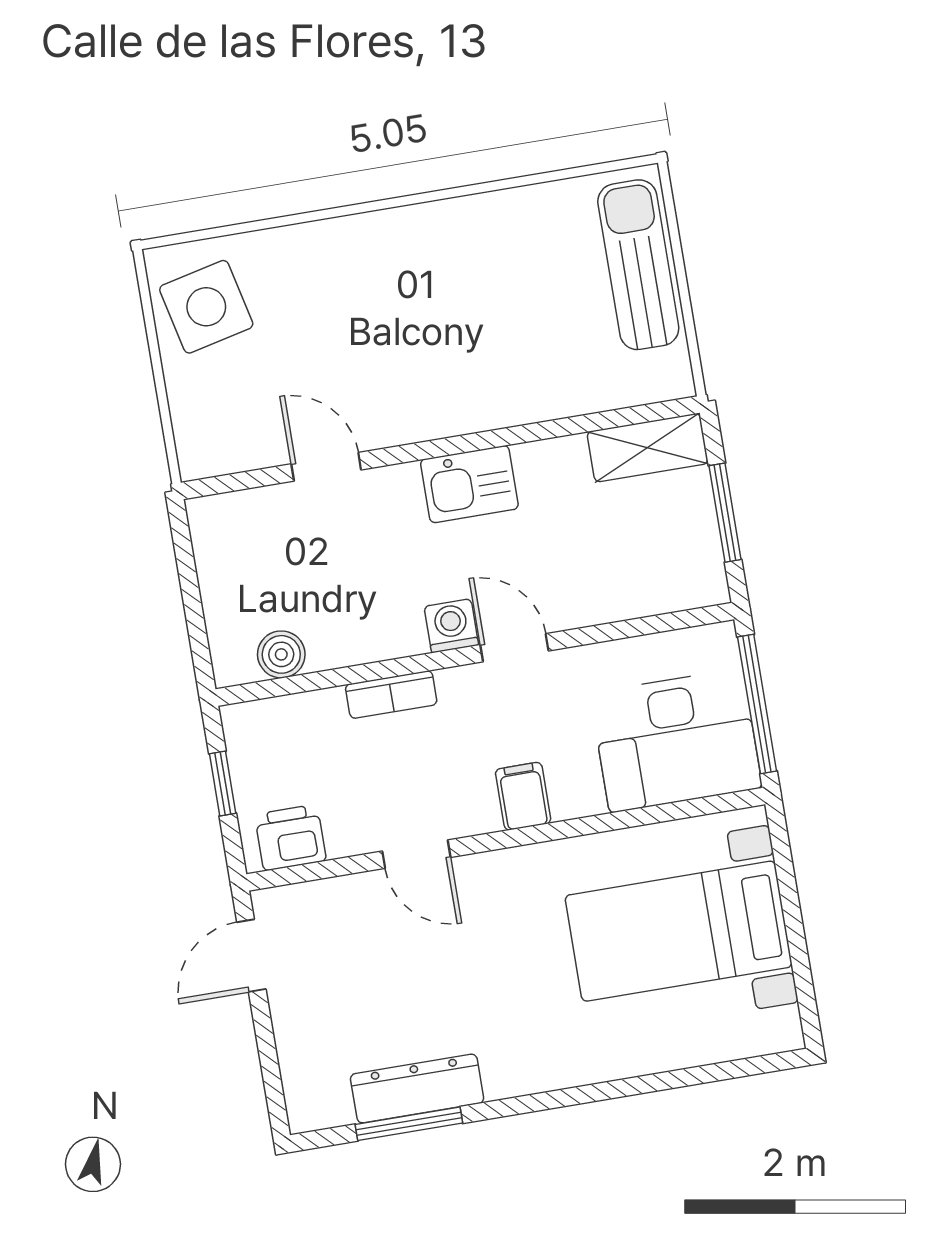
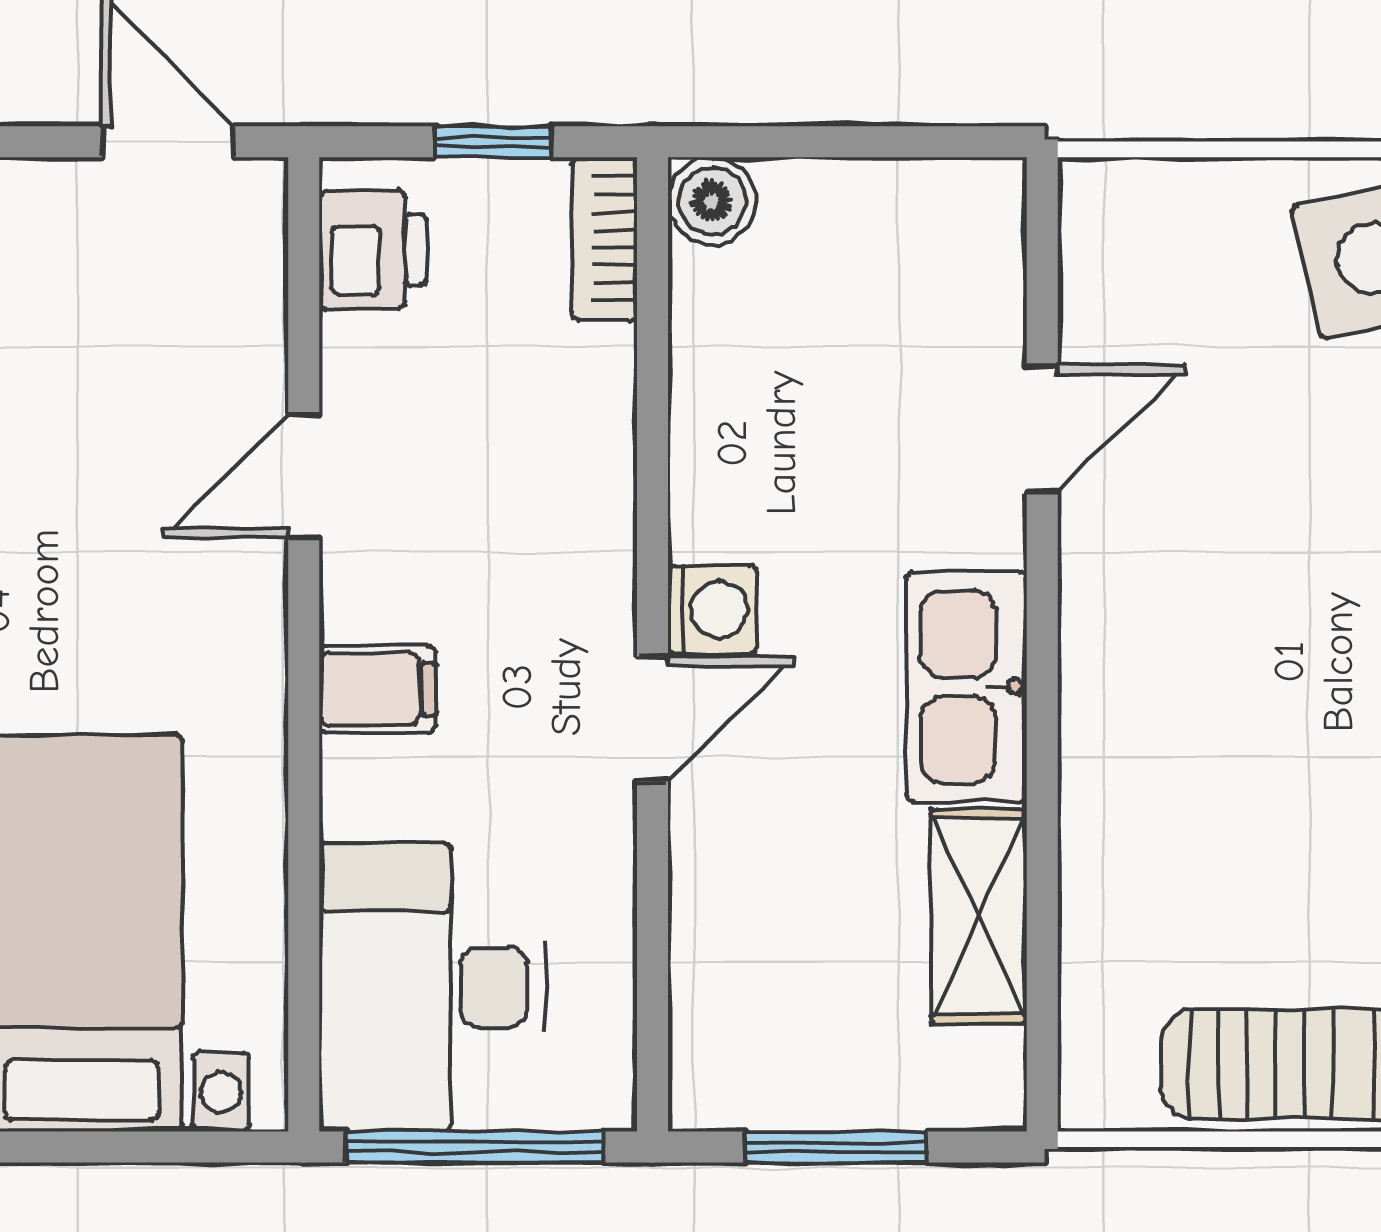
shelving: (648, 448) -> (979, 916), moved
kitchen sink: (469, 484) -> (966, 687), width x1.38
boiler: (281, 654) -> (712, 201), moved
bookcase: (391, 695) -> (604, 239), moved

